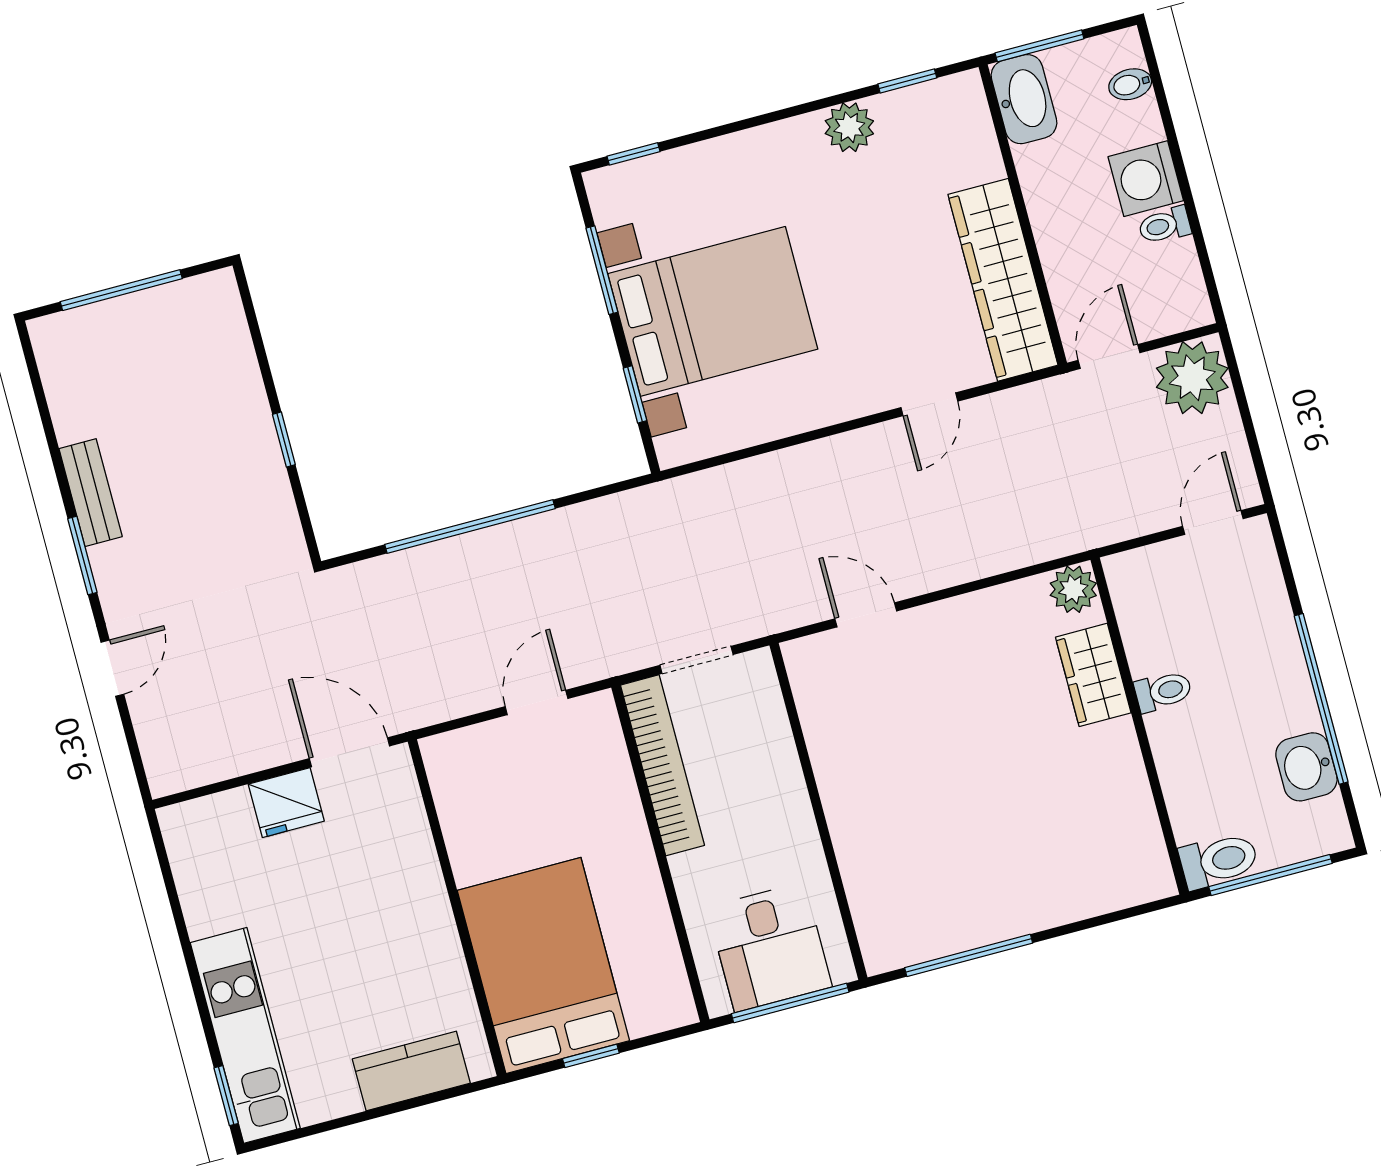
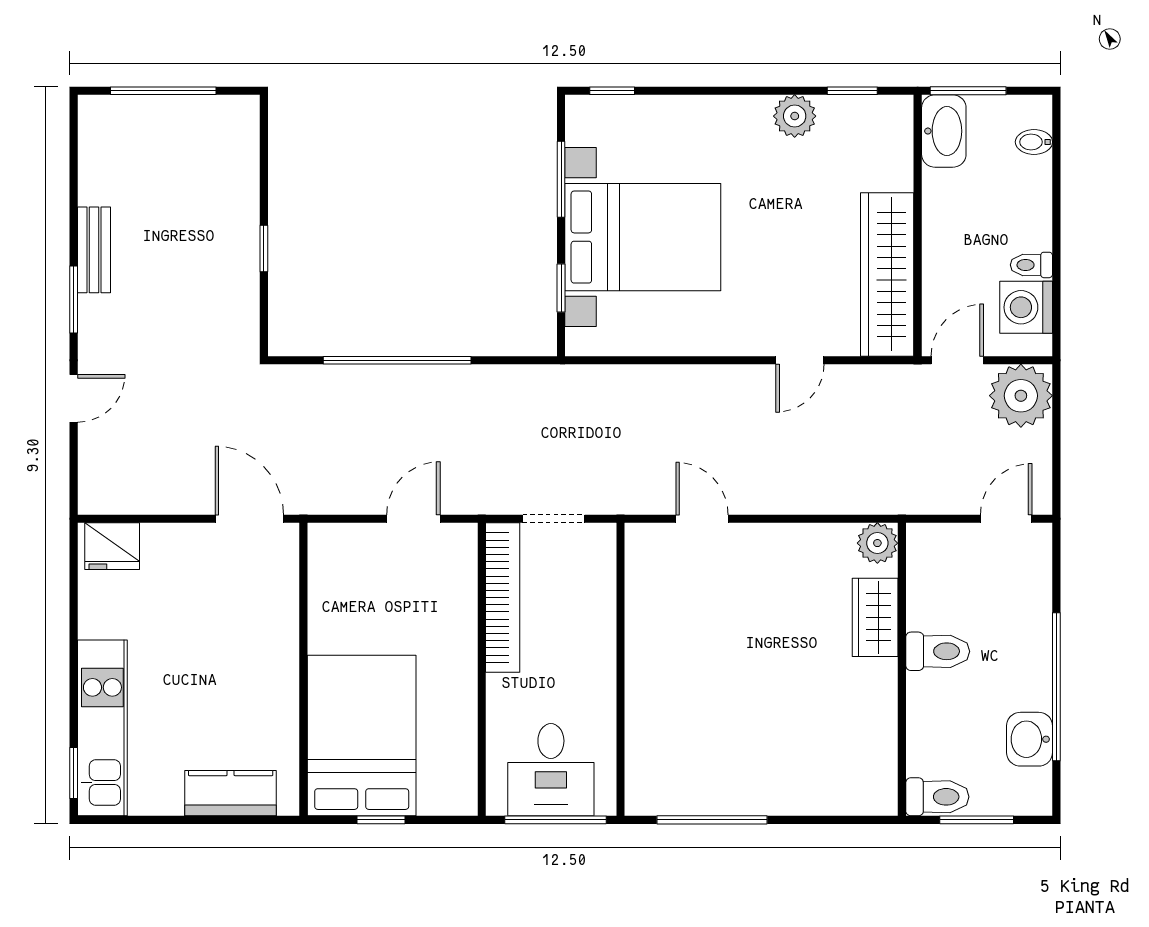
washing machine: (1146, 179) -> (1026, 307), moved
toilet: (1163, 691) -> (938, 651), width x1.37, depth x1.39
fridge: (286, 803) -> (112, 546), moved
window: (1271, 875) -> (977, 820), width x0.69

